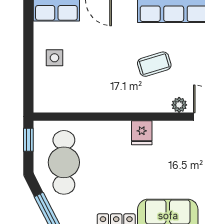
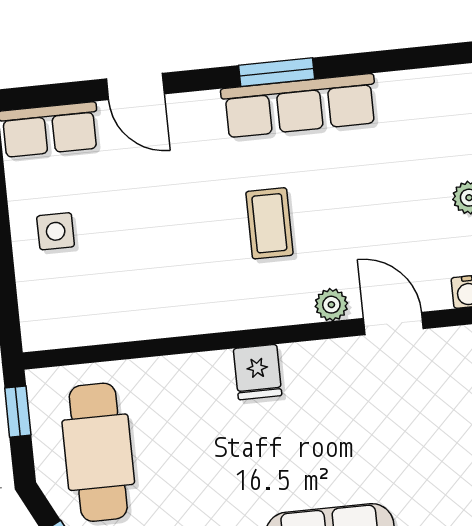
coffee table: (154, 64) -> (269, 223), turned -73

